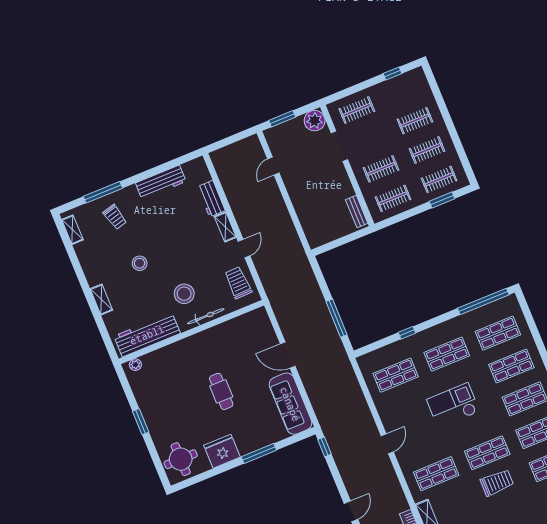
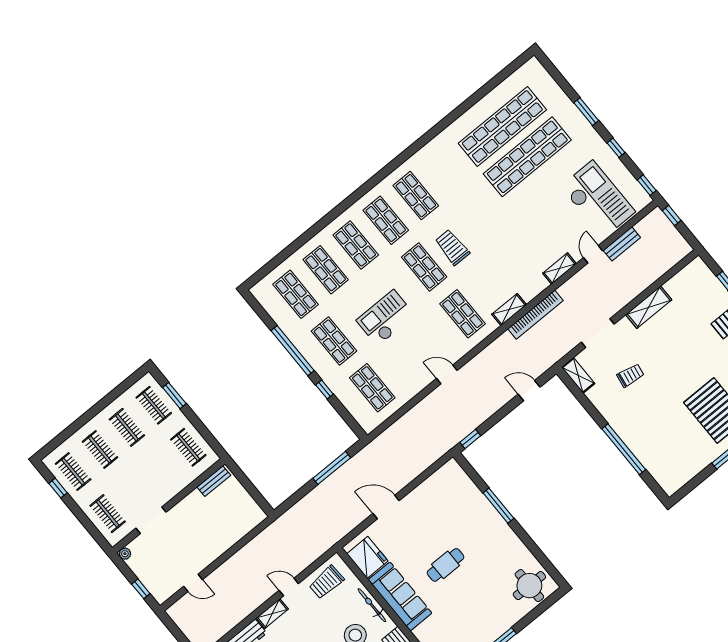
window: (282, 119) -> (141, 589), width x0.67
plant: (315, 121) -> (125, 554), width x0.53, depth x0.53
clothes rail: (381, 169) -> (73, 472), moved
window: (483, 302) -> (293, 351), moved
door: (288, 355) -> (386, 507), swing flipped
sofa: (290, 404) -> (400, 596), moved, turned -90
checkout: (453, 405) -> (386, 318), turned 90
fridge: (222, 451) -> (367, 557), moved, turned 180

